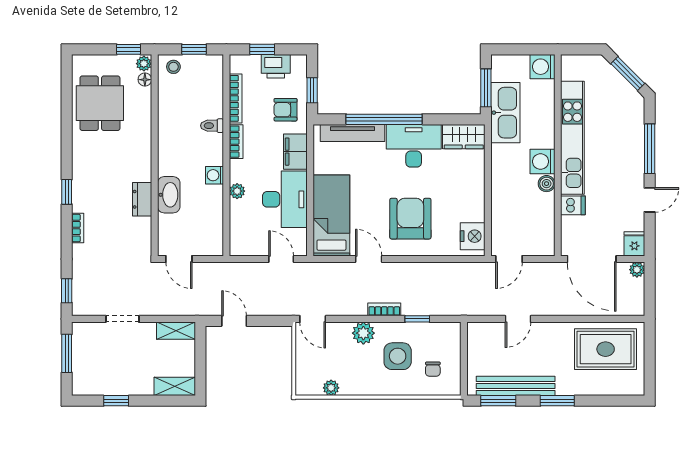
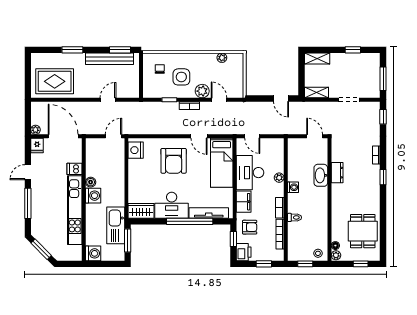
window: (129, 49) -> (361, 264), moved
printer: (276, 66) -> (244, 252), moved, turned 90
door: (313, 319) -> (219, 100), moved
window: (557, 401) -> (72, 50), moved

